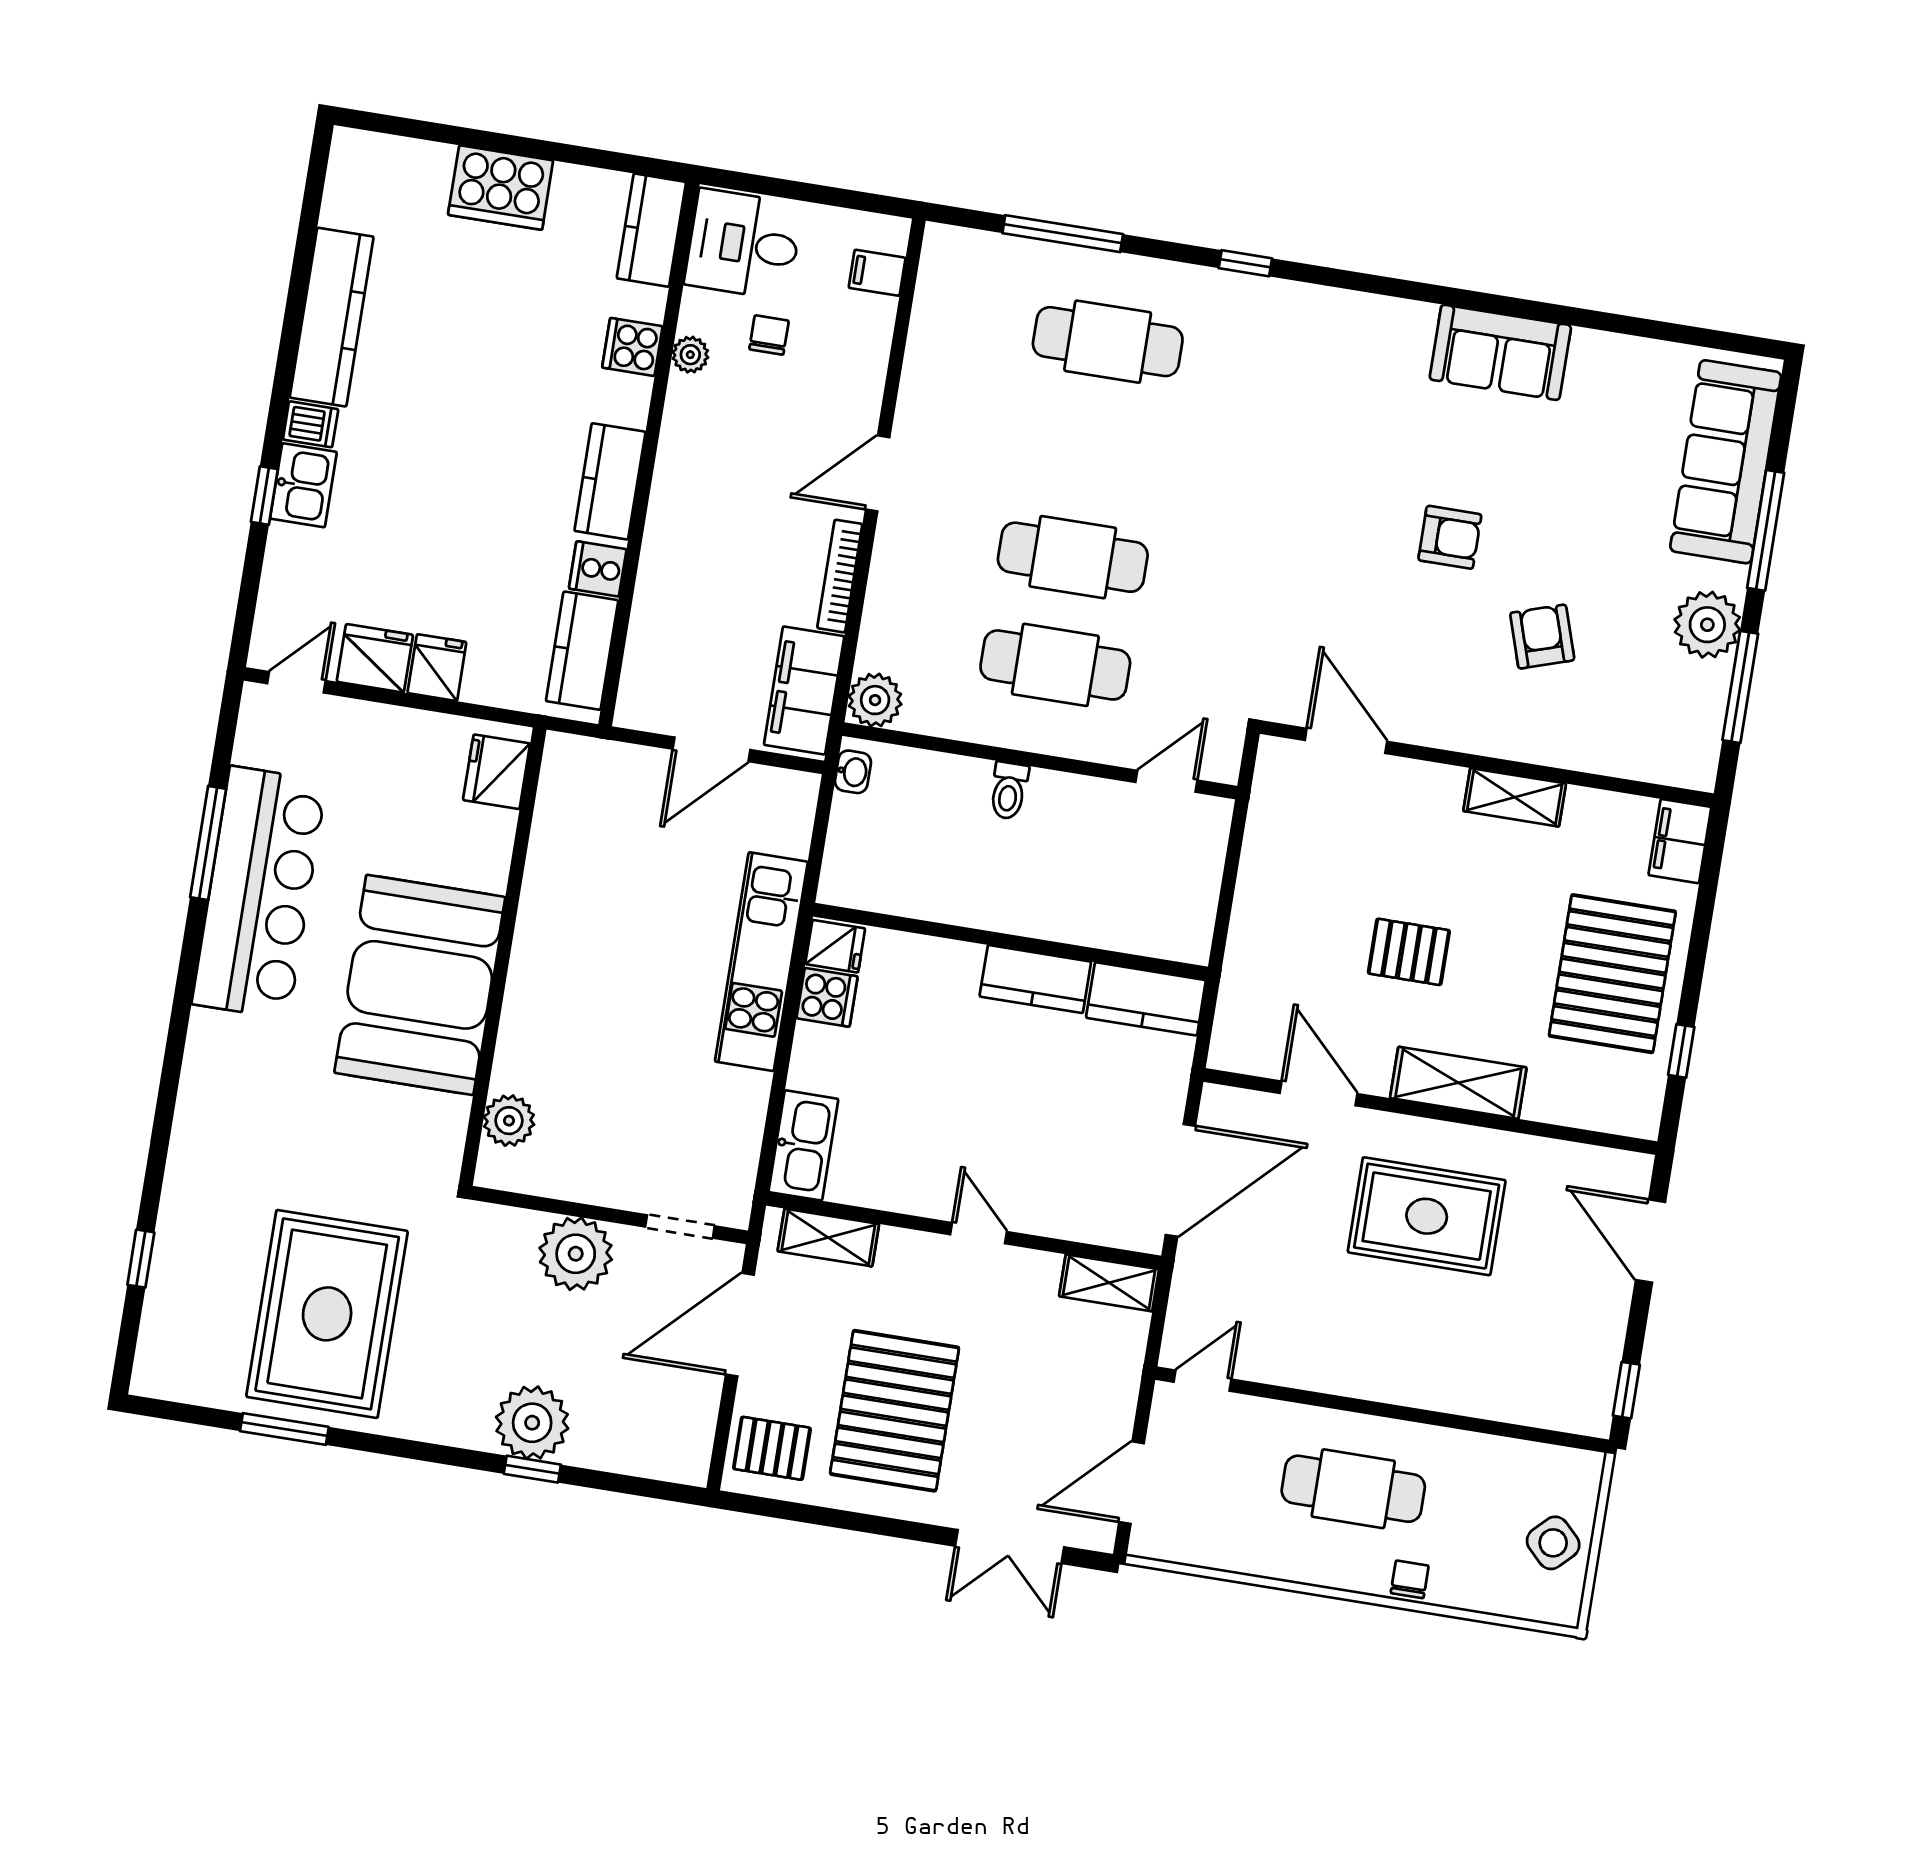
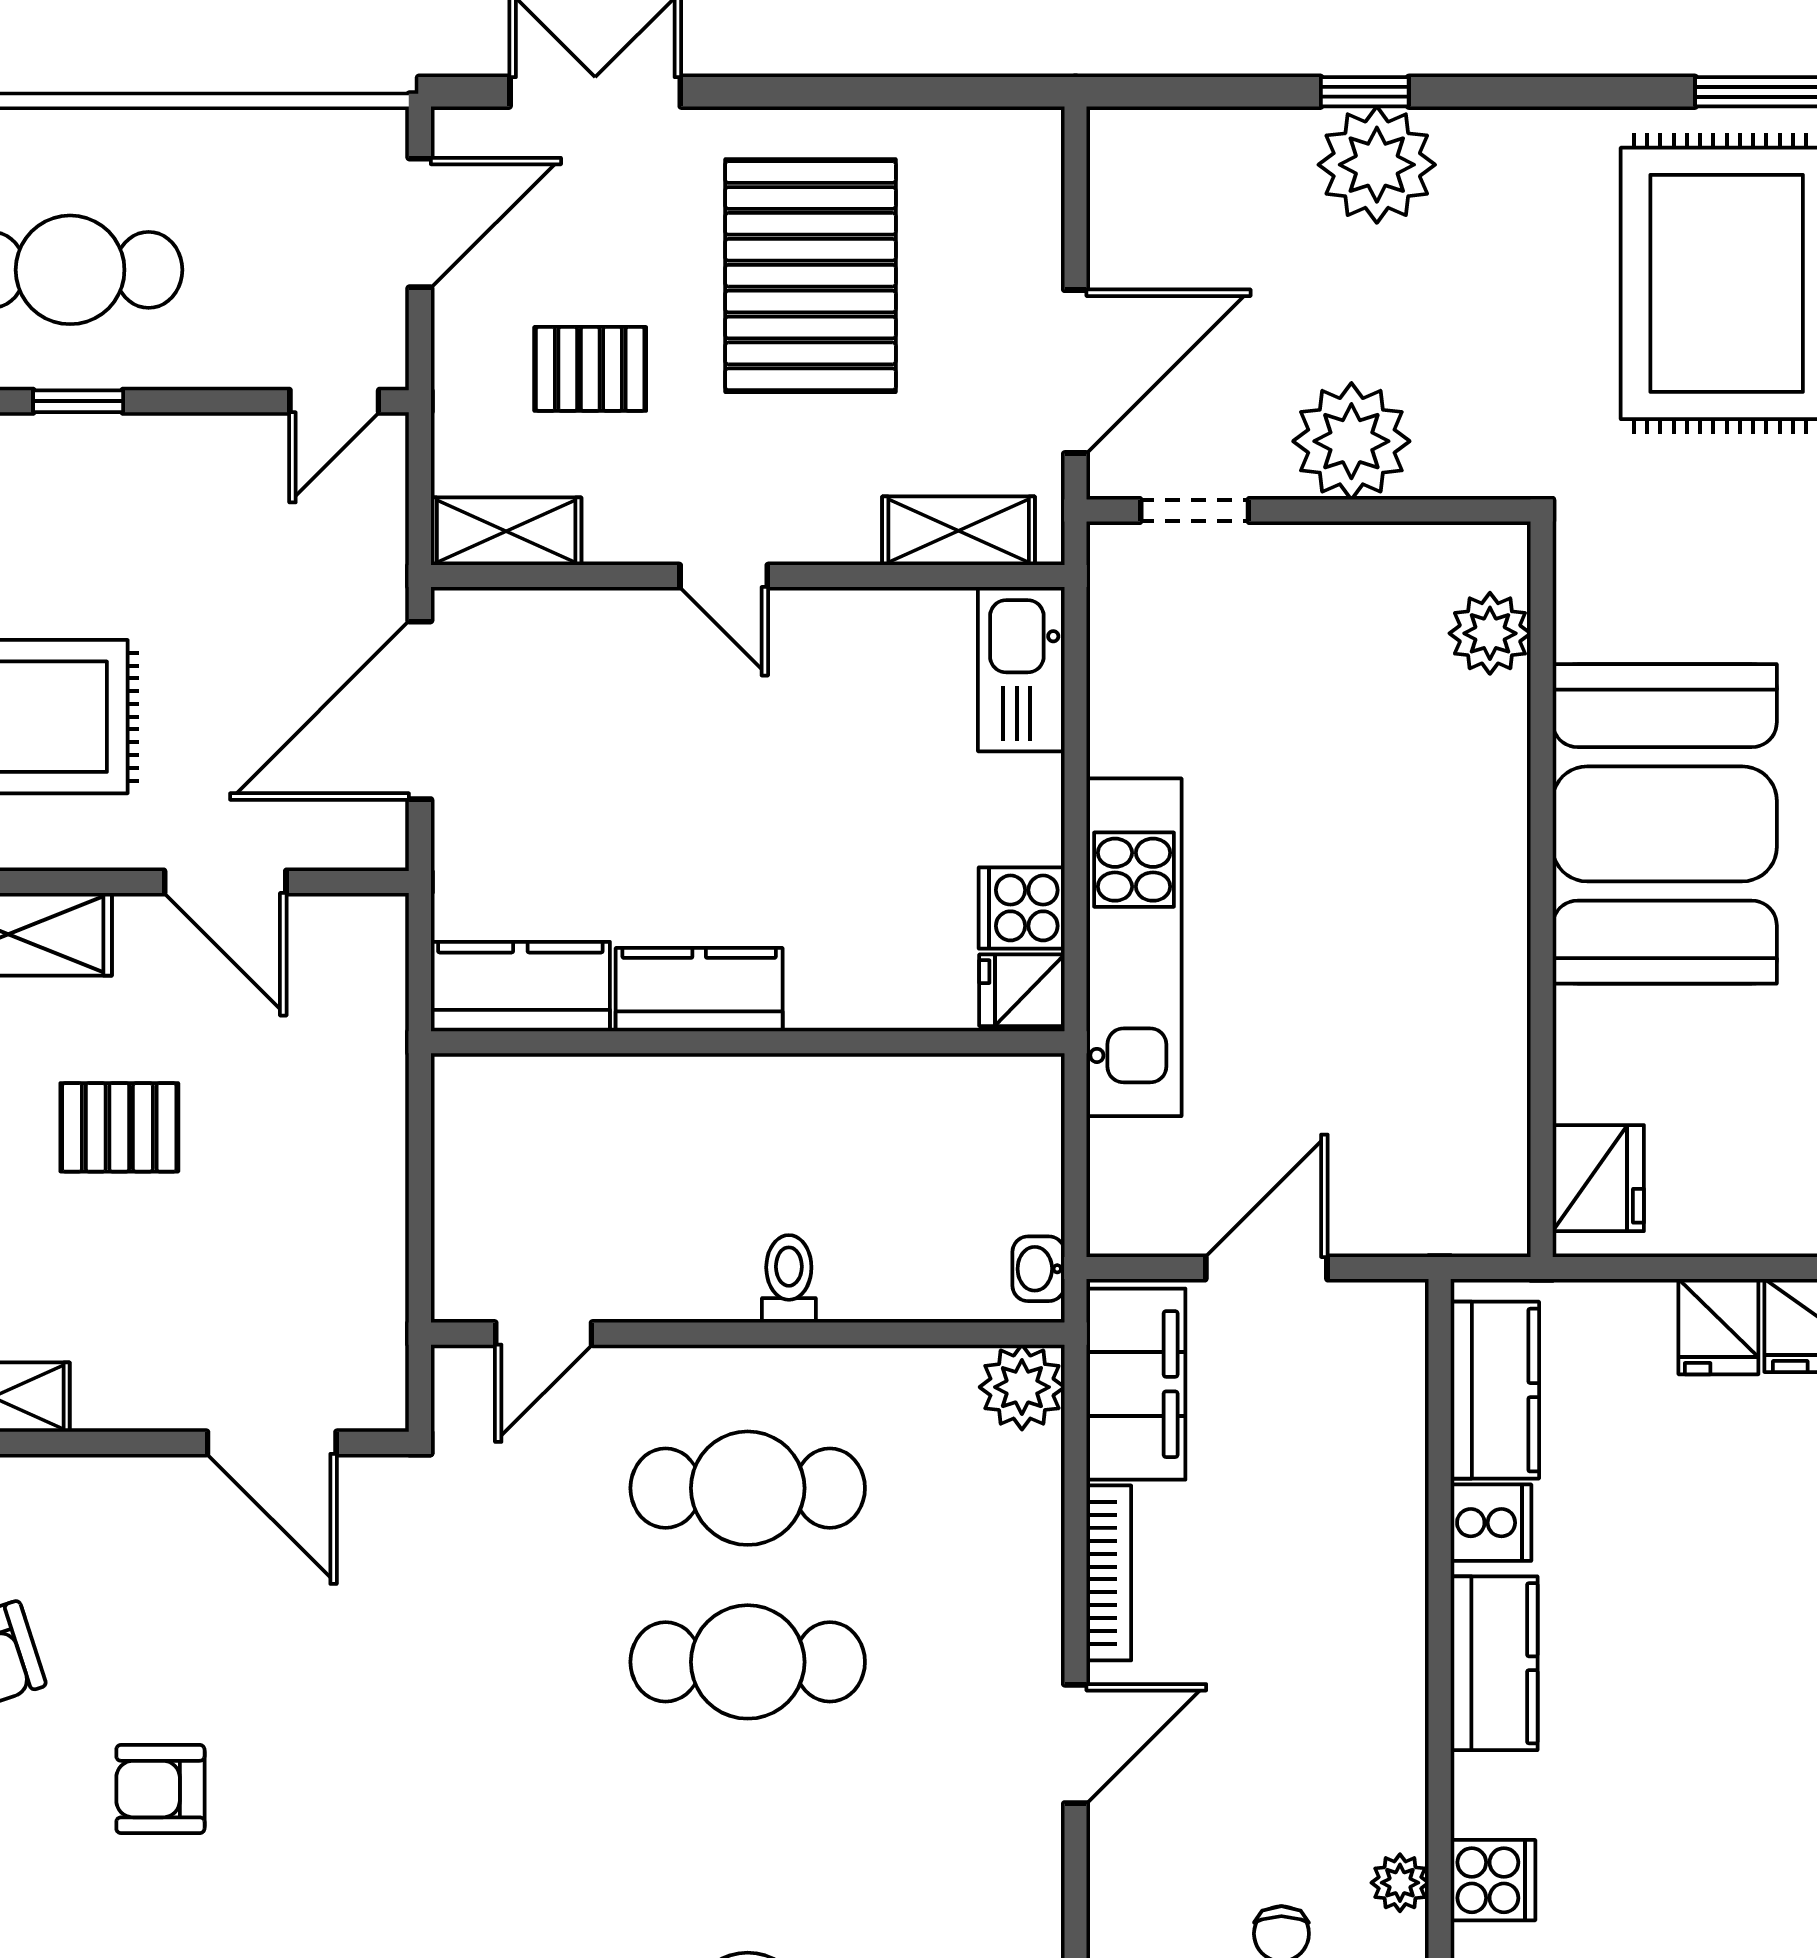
window: (1361, 1406) -> (78, 401), added
pallet: (772, 1448) -> (590, 369), moved

